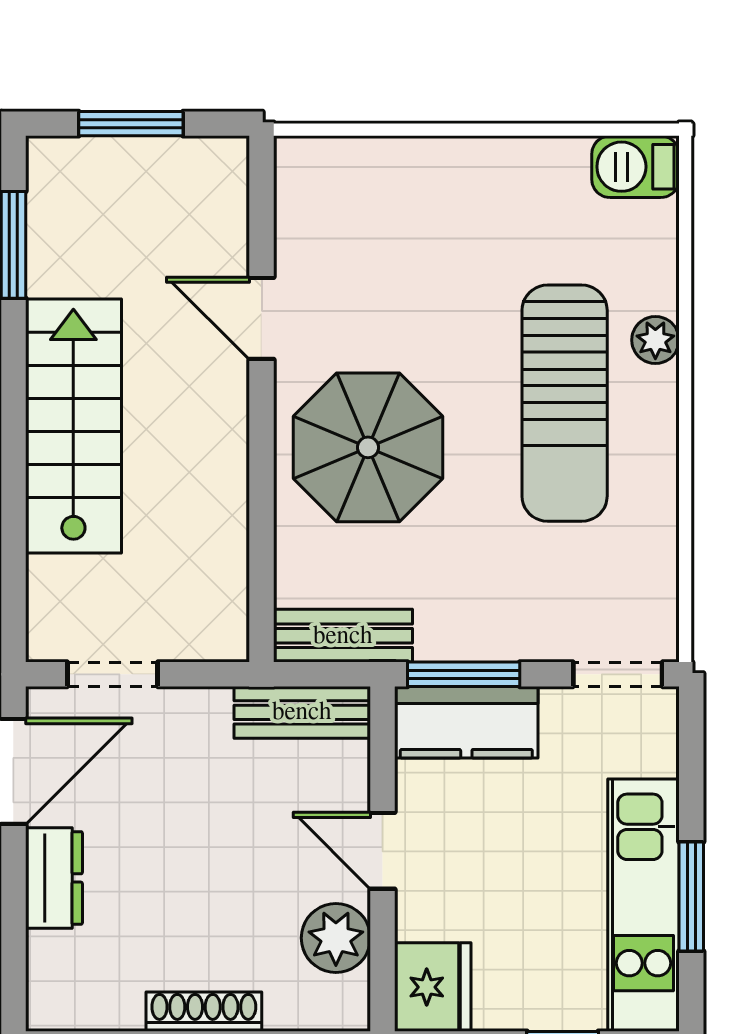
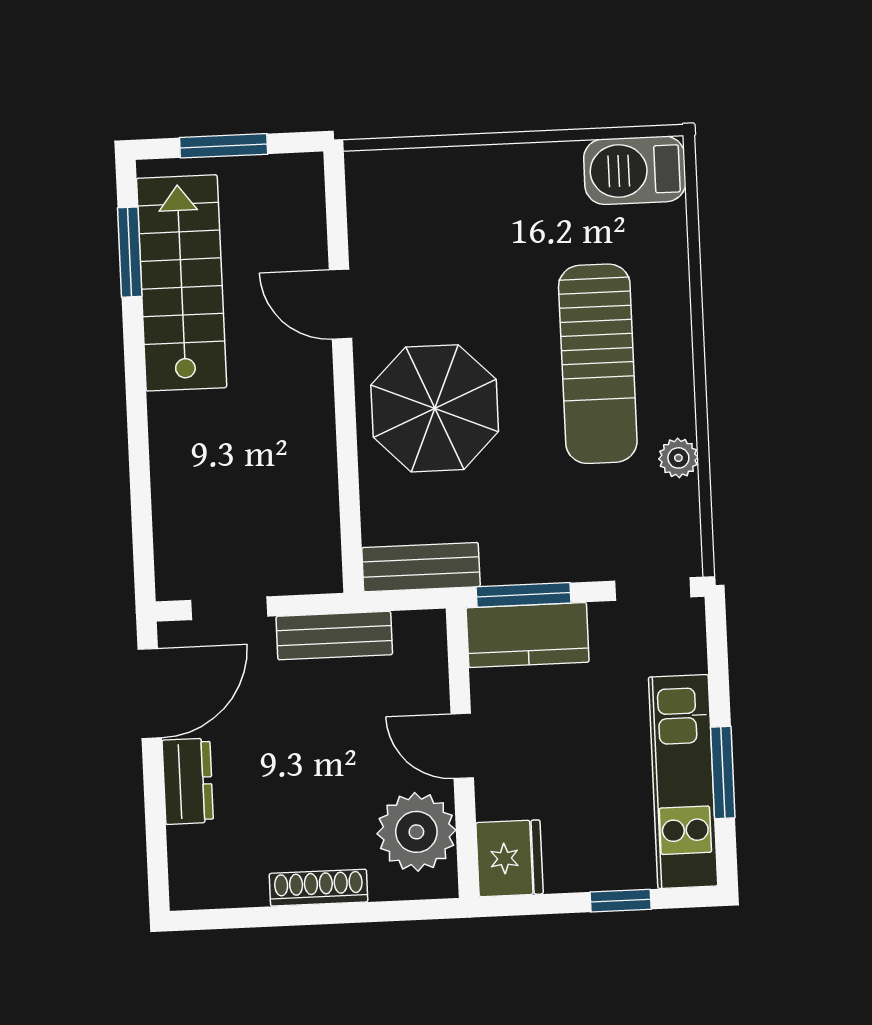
barbecue: (635, 167) -> (635, 170), width x1.38, depth x1.27
plant: (655, 340) -> (678, 458), moved
stairs: (73, 426) -> (182, 283), moved
bench: (302, 712) -> (334, 636), moved
plant: (336, 938) -> (416, 832), width x1.36, depth x1.36

